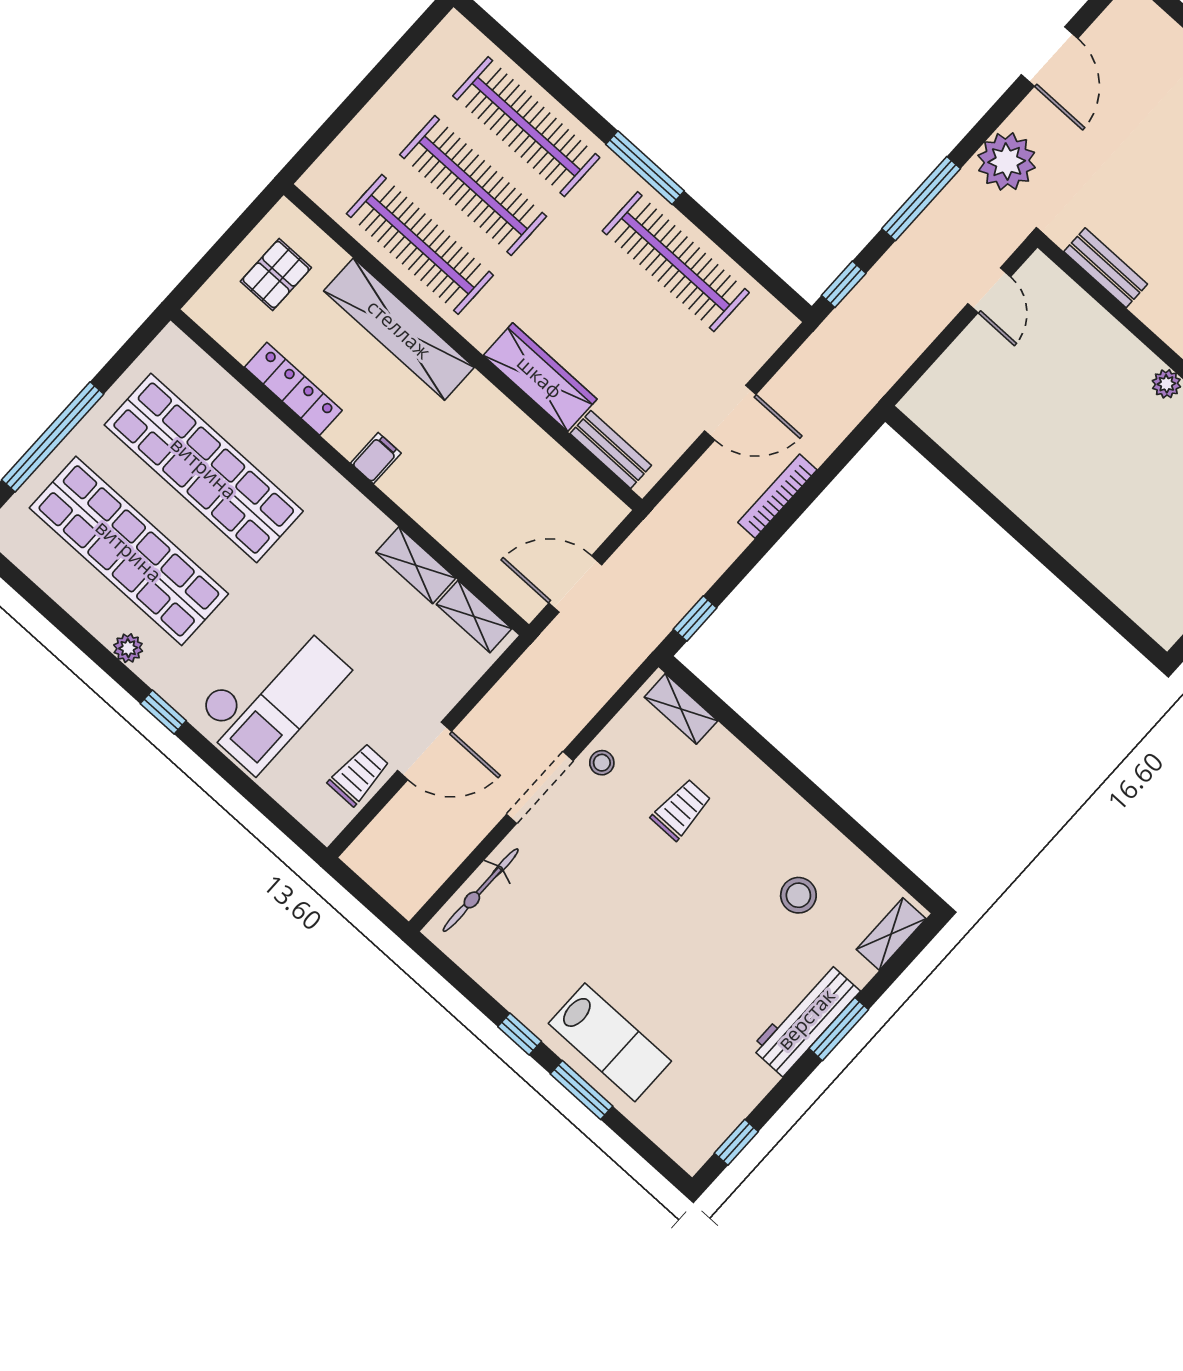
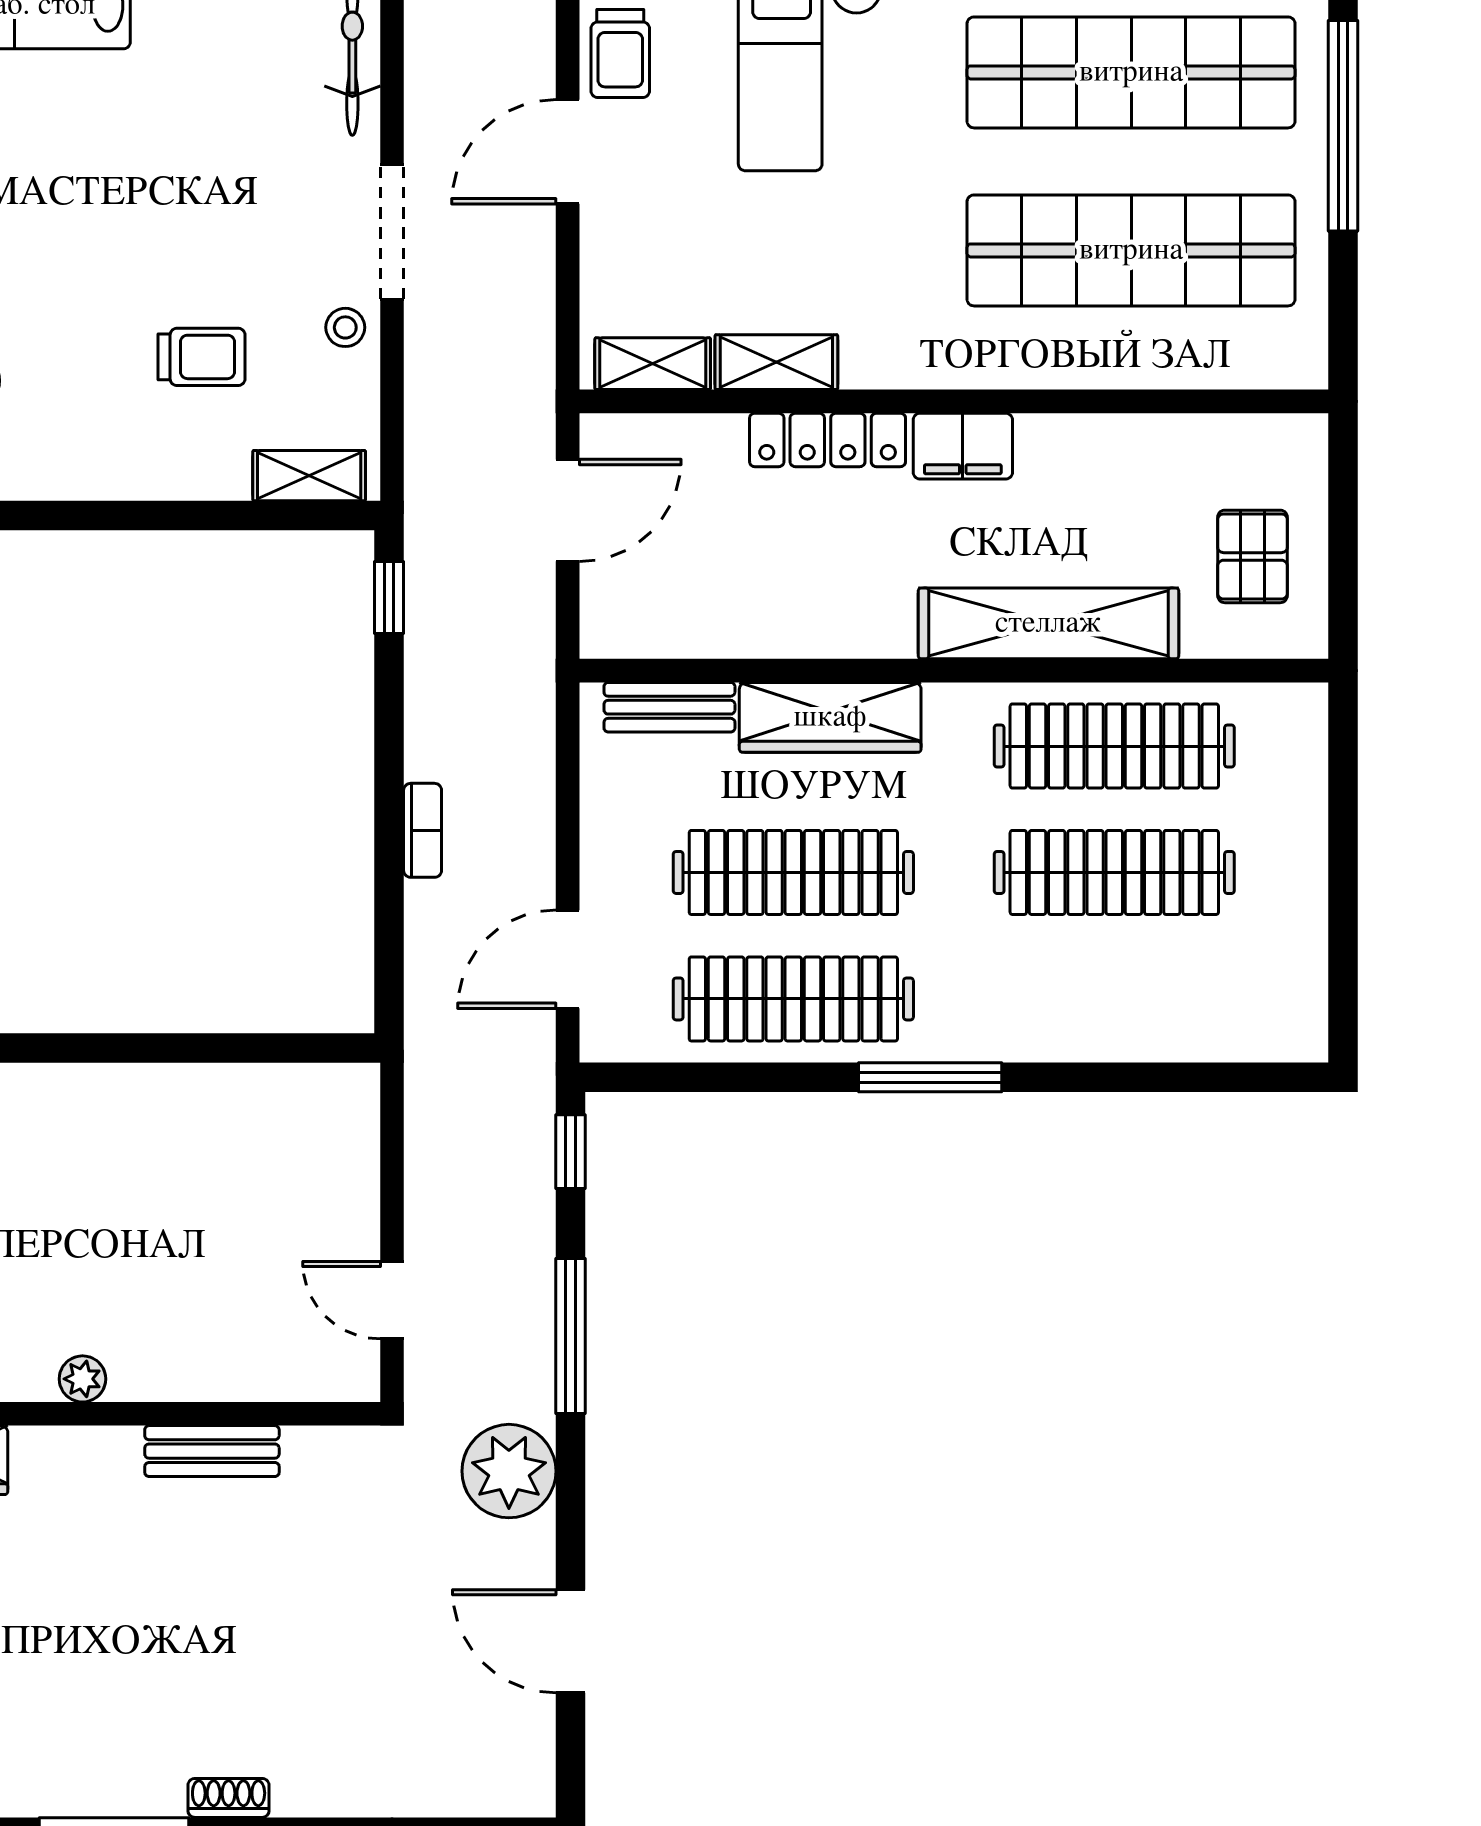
clothes rail: (526, 127) -> (793, 872), moved
bench: (1106, 268) -> (212, 1451), moved
locker: (293, 389) -> (828, 440), moved
door: (730, 413) -> (568, 959), moved
filing cabinet: (376, 458) -> (963, 446), width x2.00
bookcase: (777, 496) -> (423, 830), width x0.64
trolley: (681, 809) -> (201, 357), turned -90

